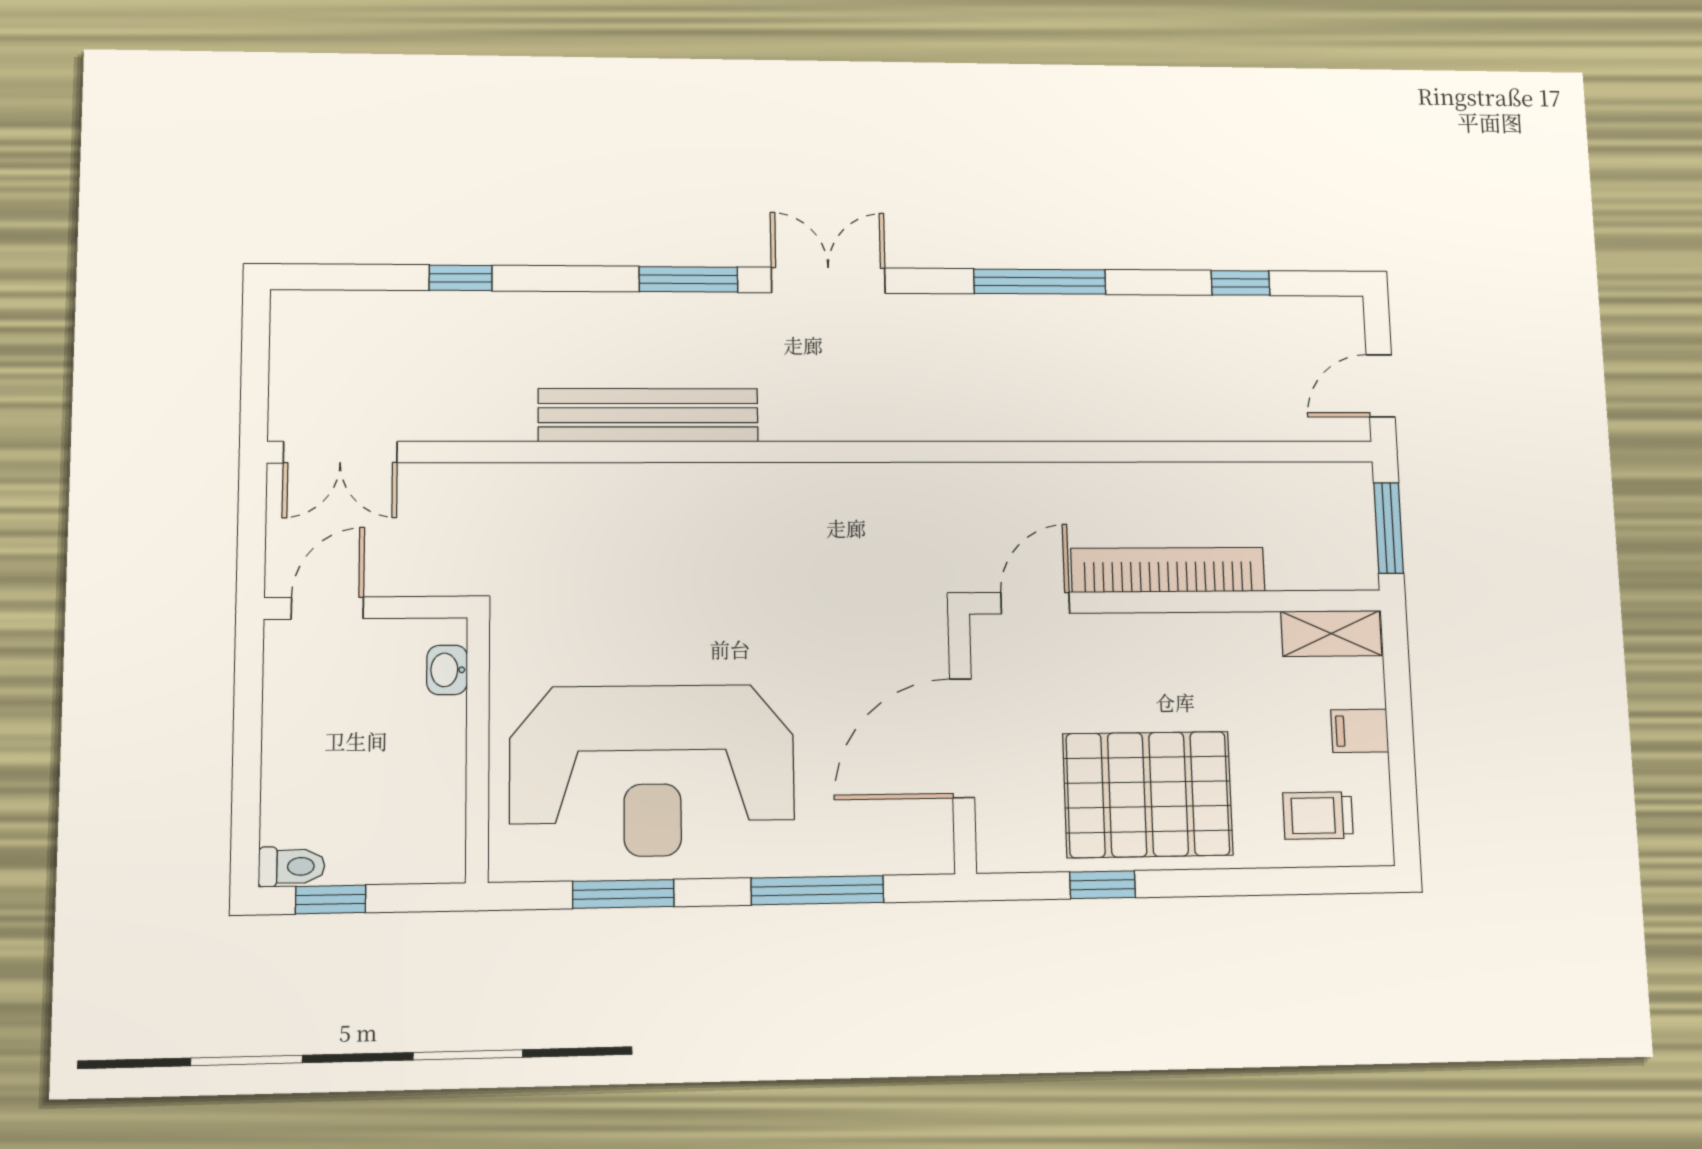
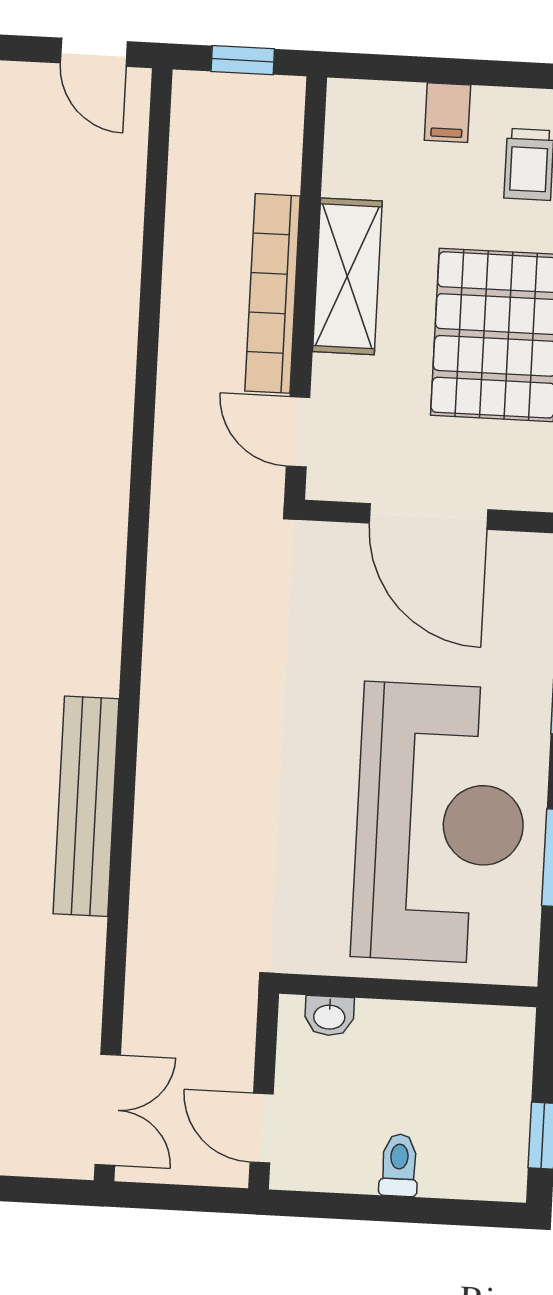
window: (1389, 528) -> (243, 60), width x0.67
shelving: (1331, 634) -> (347, 276), moved, width x1.50, depth x1.33
toilet: (292, 866) -> (399, 1165), moved

